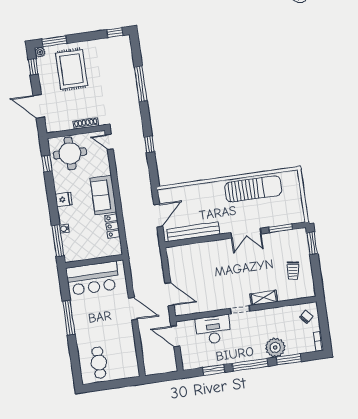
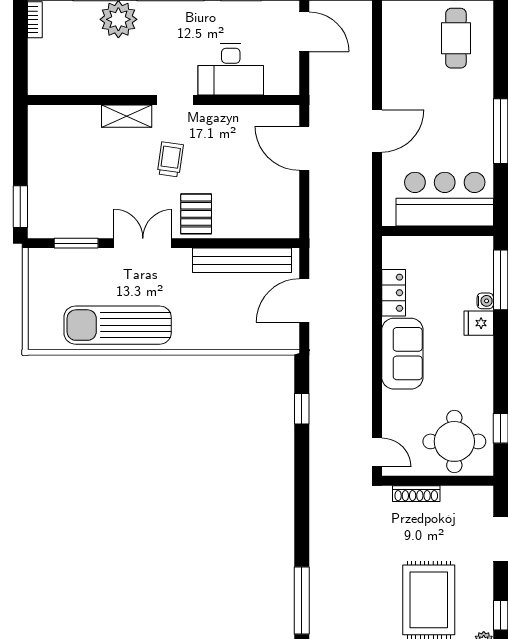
window: (141, 84) -> (302, 601), moved
window: (149, 144) -> (302, 409), moved
fridge: (64, 199) -> (479, 323), moved
pallet: (221, 252) -> (196, 214), added
trolley: (293, 271) -> (170, 159), moved
door: (133, 309) -> (377, 131), swing flipped
chair: (306, 317) -> (51, 69), removed
door: (175, 336) -> (304, 32), moved

